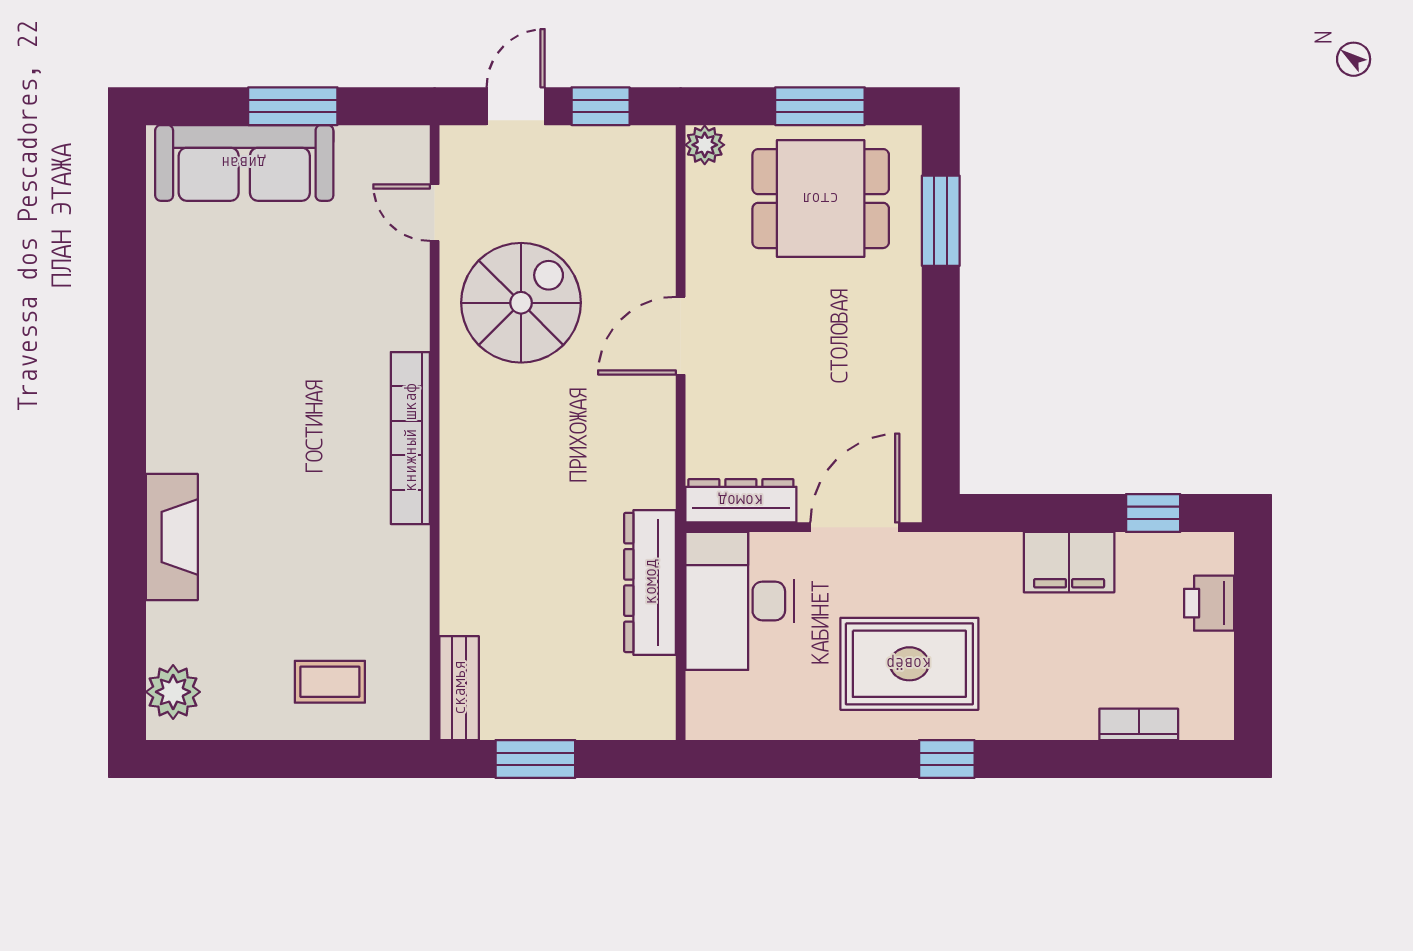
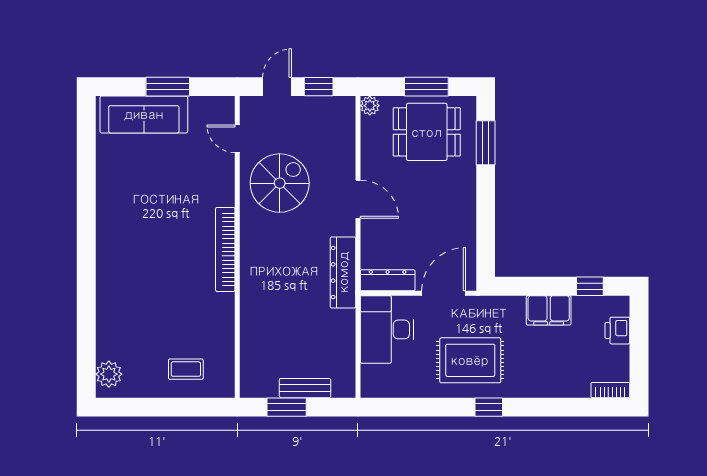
door: (681, 336) -> (358, 199), swing flipped
fireplace: (172, 537) -> (108, 298), removed
dresser: (650, 582) -> (343, 272), moved
bench: (459, 688) -> (305, 388), moved, turned 90
bookcase: (1139, 724) -> (610, 390), moved

